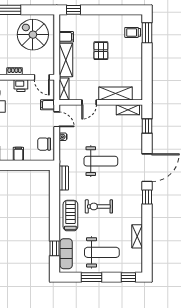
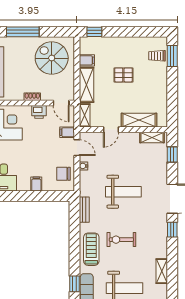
pallet: (101, 51) -> (123, 75), turned 90

